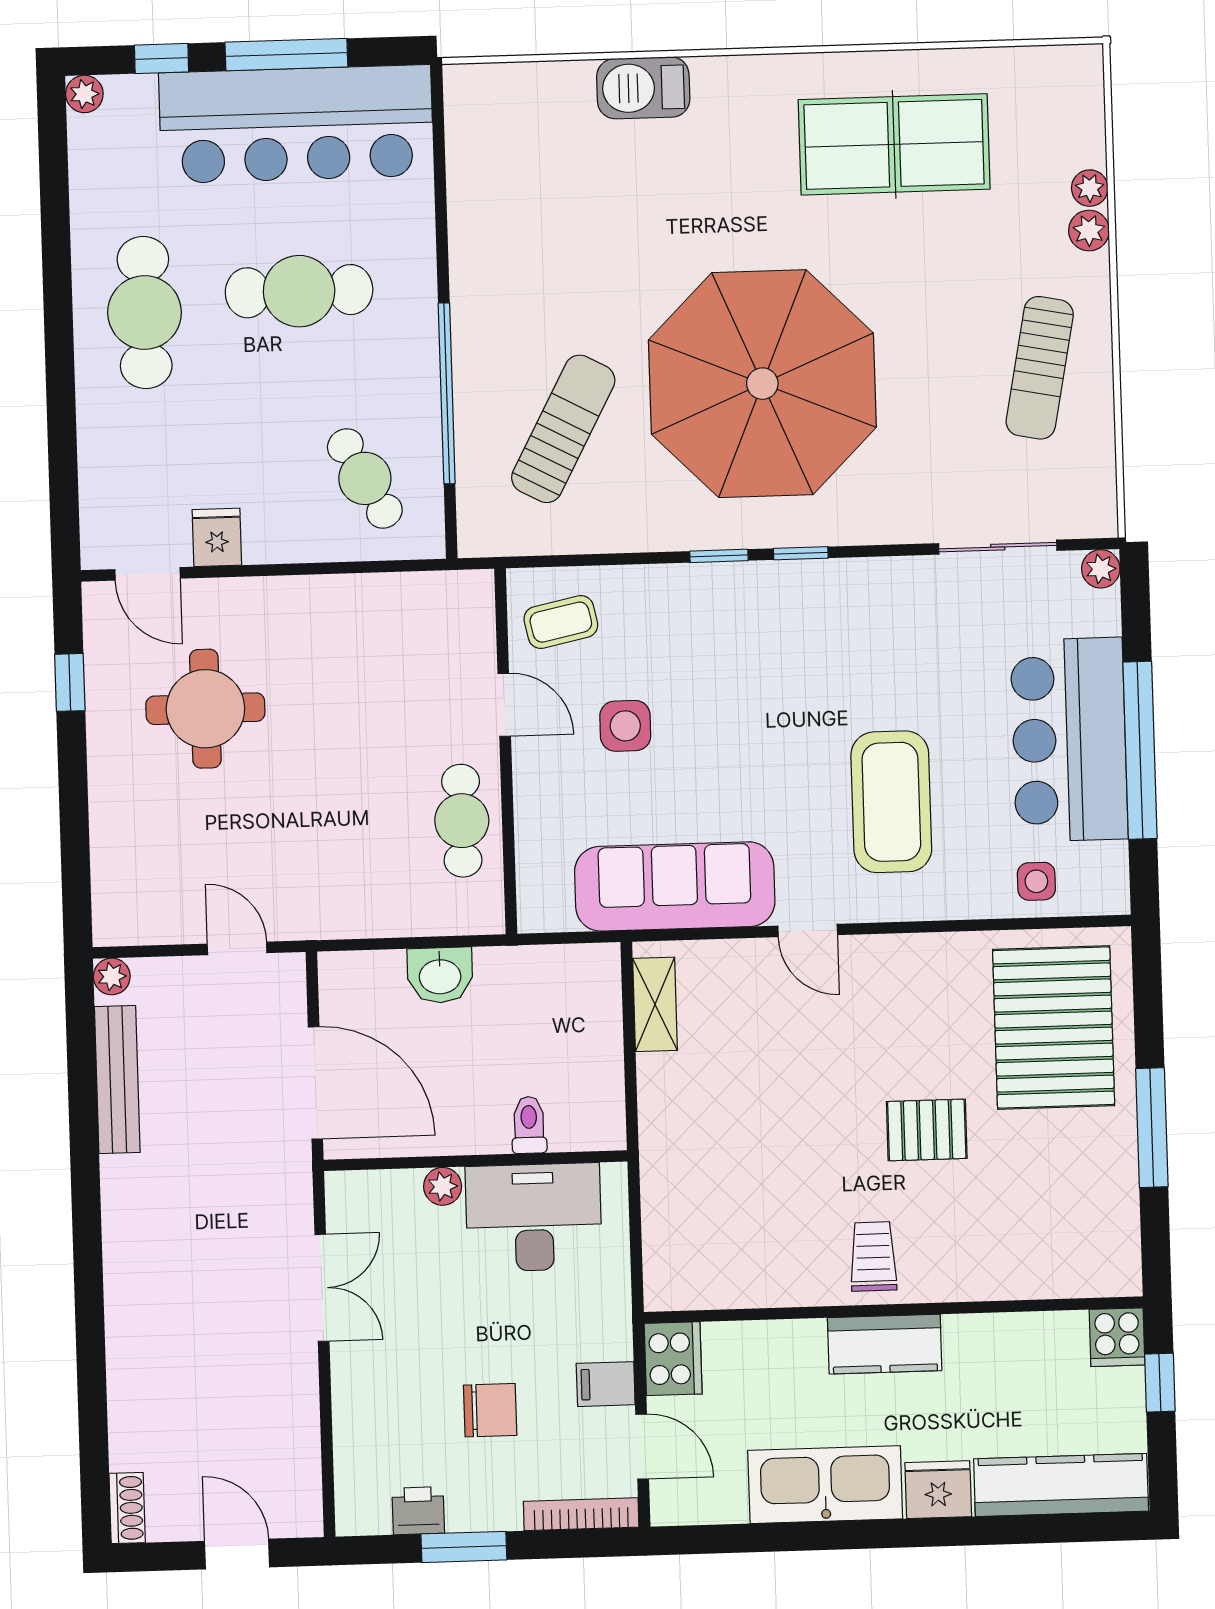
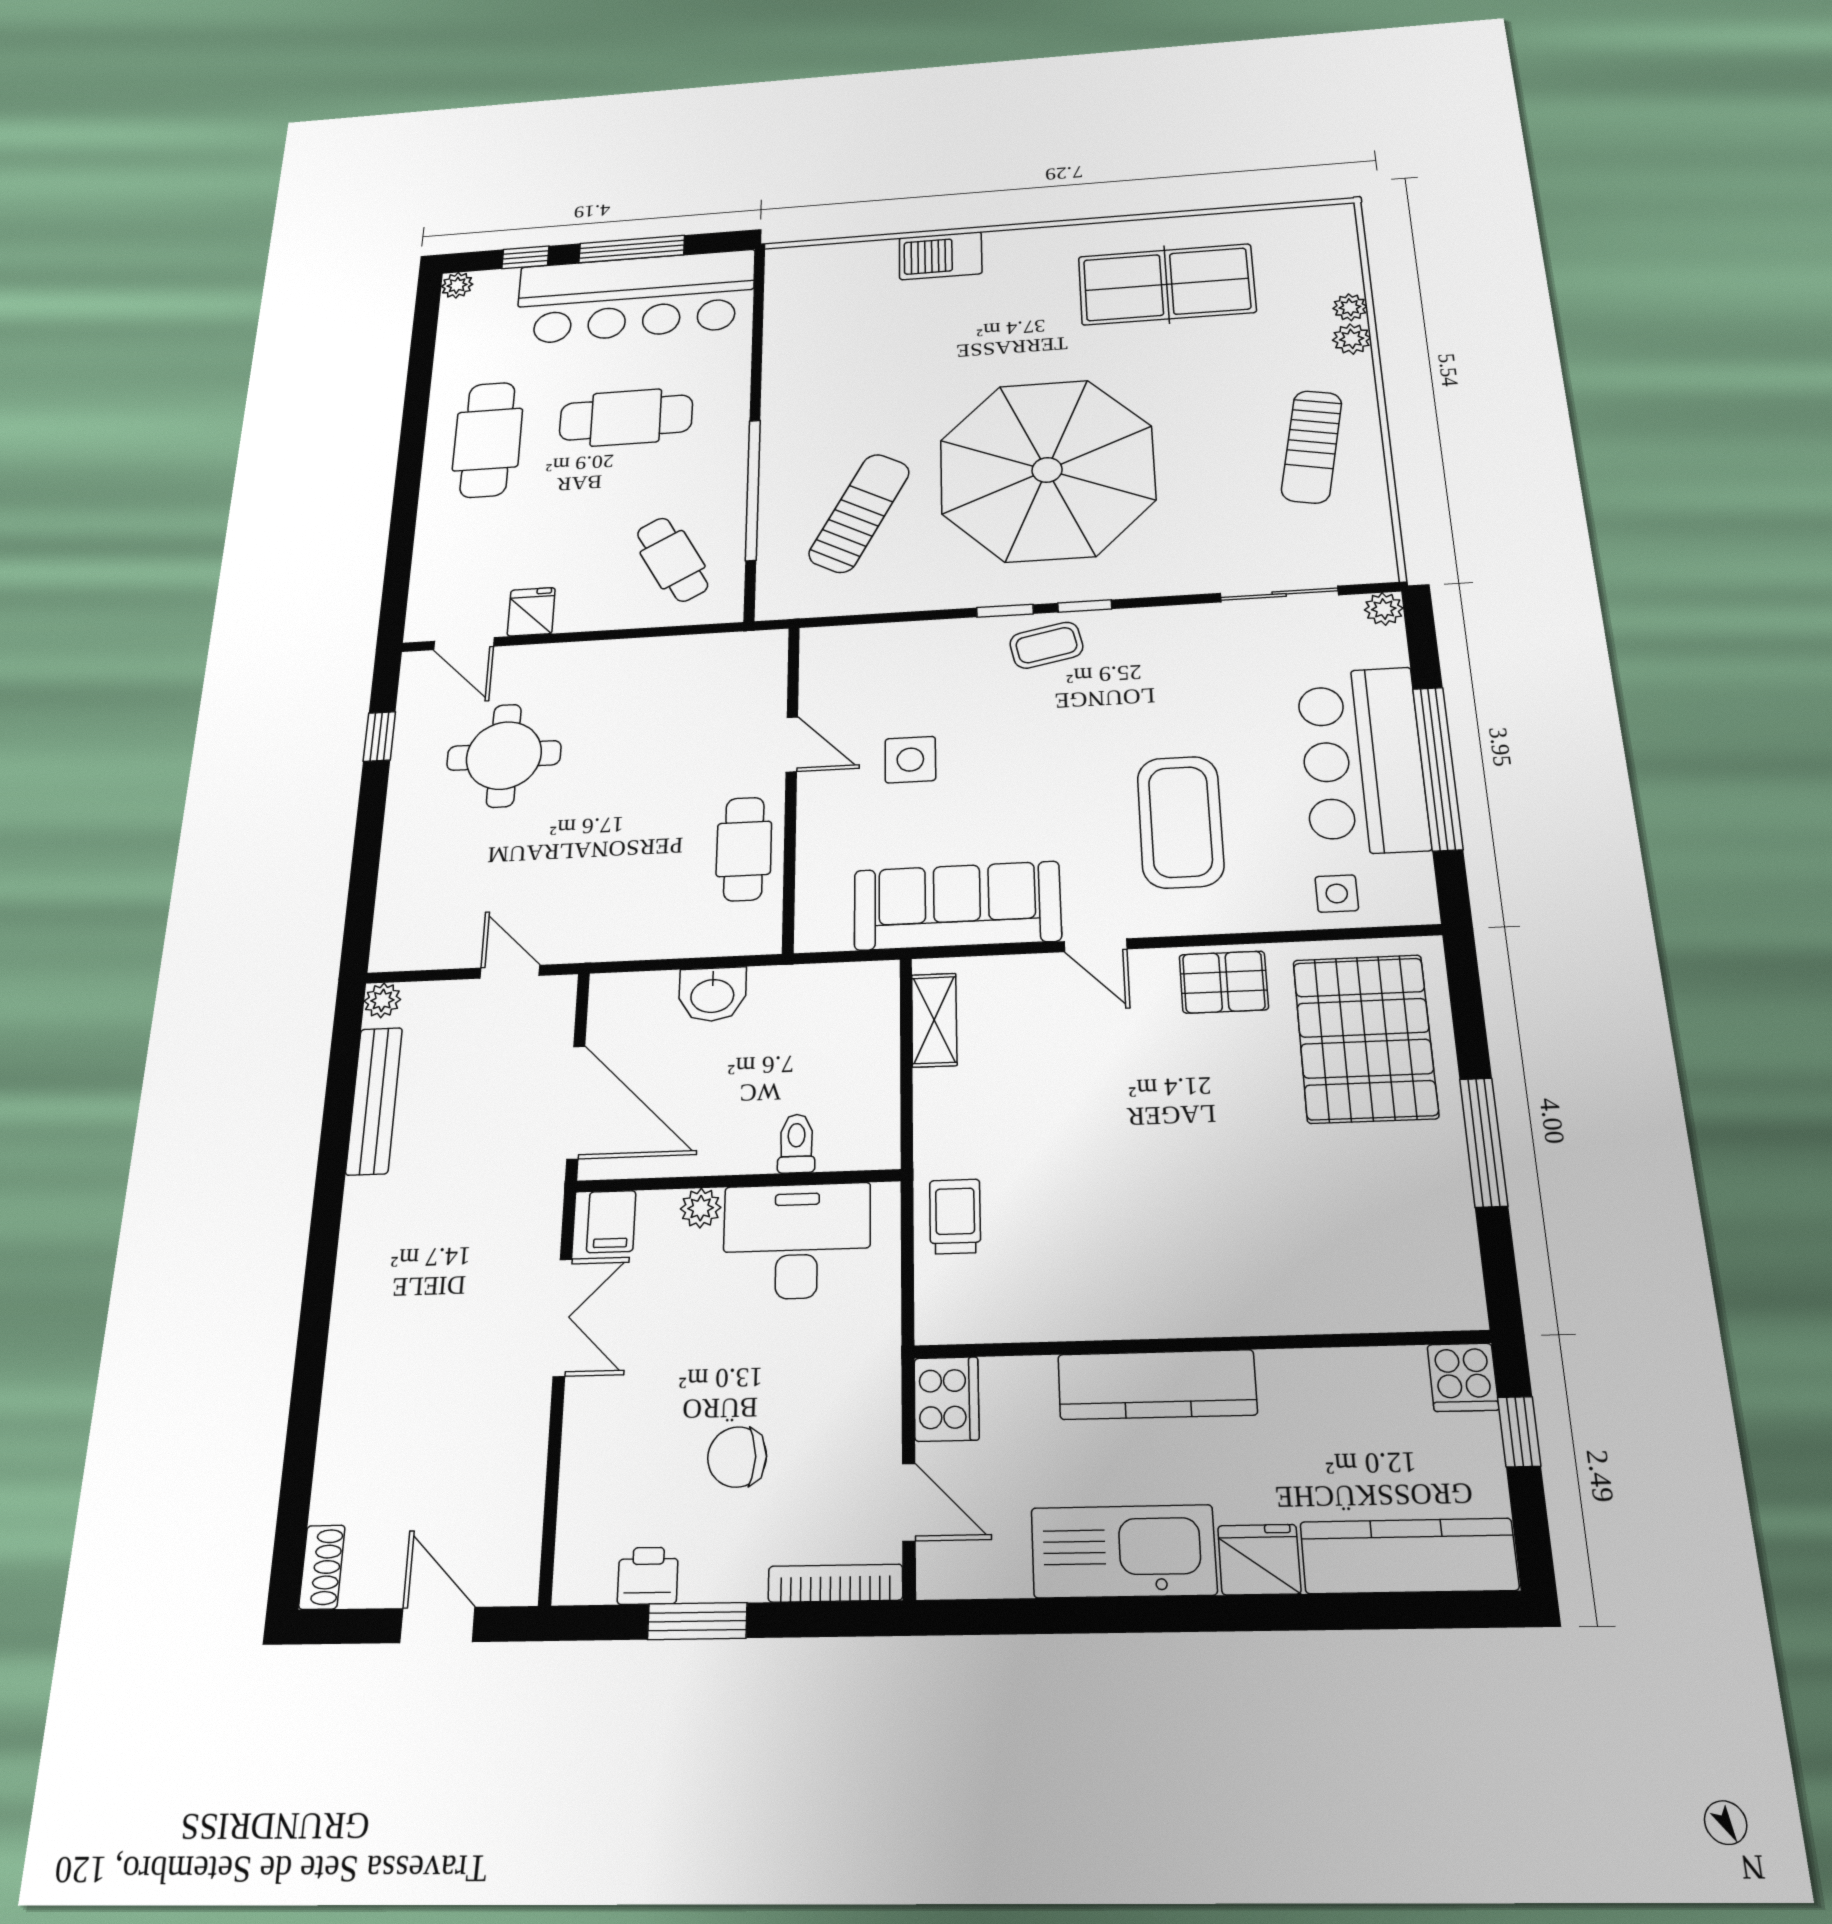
coffee table: (561, 622) -> (1046, 645), moved
pallet: (927, 1130) -> (1224, 982), moved
trolley: (873, 1256) -> (955, 1216), moved
kitchen counter: (885, 1344) -> (1157, 1385), width x1.50
filing cabinet: (606, 1384) -> (611, 1222), moved, turned -90
chair: (490, 1410) -> (737, 1457), turned 180

